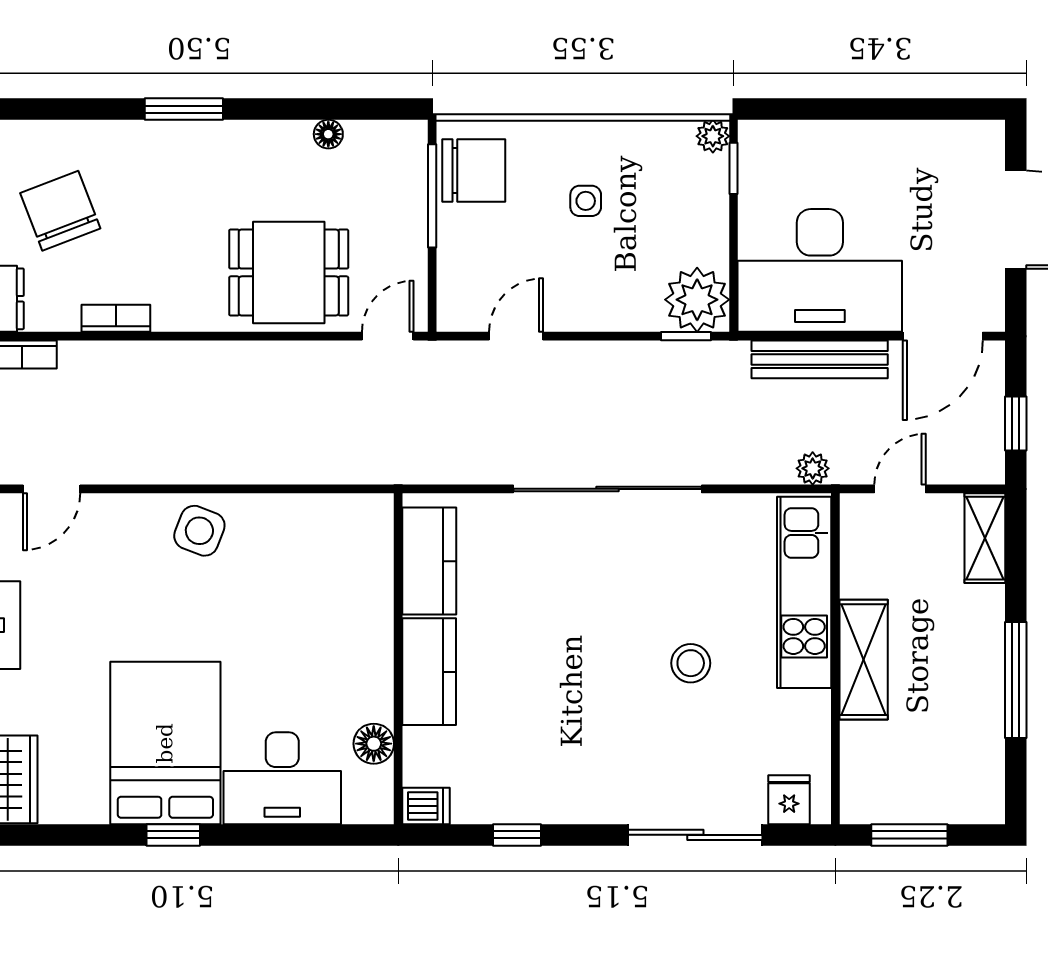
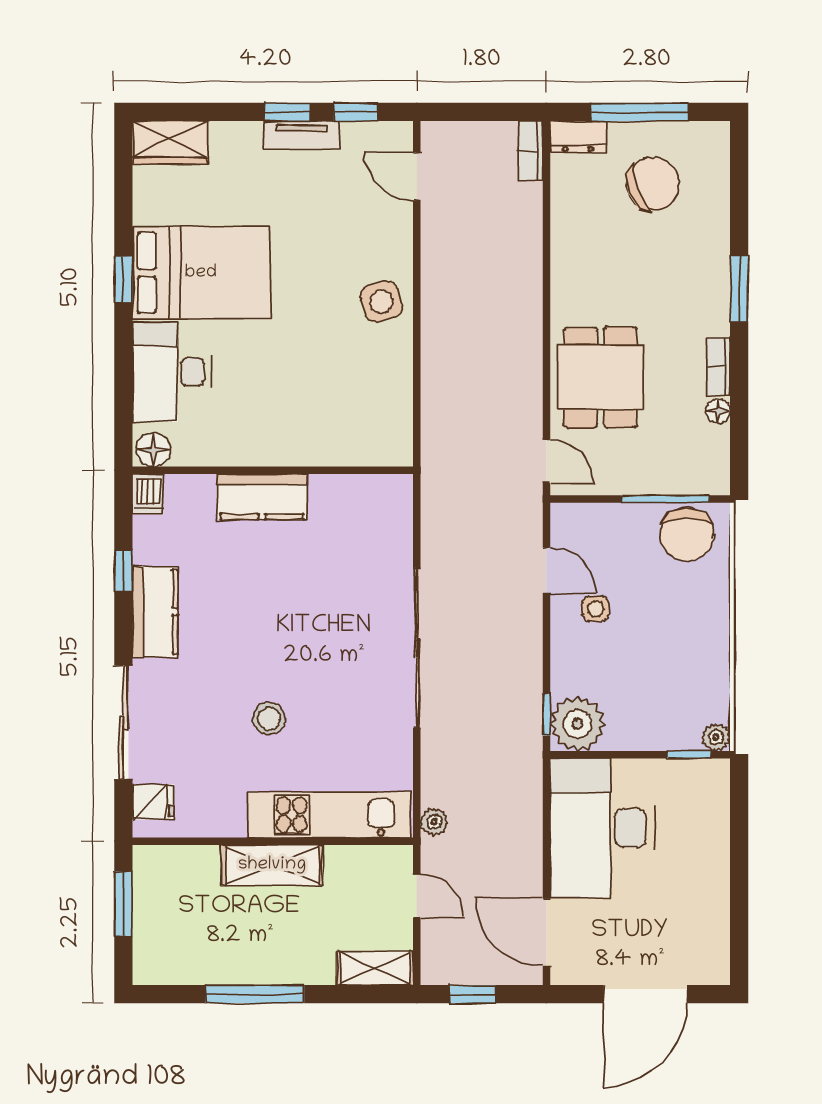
side table: (586, 201) -> (596, 609), moved
bookcase: (116, 318) -> (718, 367), moved, turned 180
bench: (820, 359) -> (527, 828), removed
side table: (199, 531) -> (381, 302), turned -38
kitchen counter: (429, 561) -> (155, 612), moved, turned -90
floor lamp: (374, 744) -> (153, 450), moved

